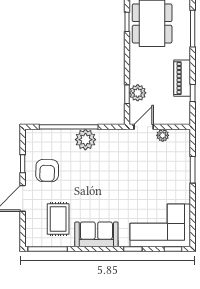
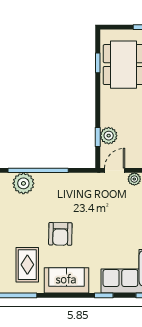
plant: (85, 140) -> (23, 183), moved
armchair: (47, 171) -> (60, 234), moved

